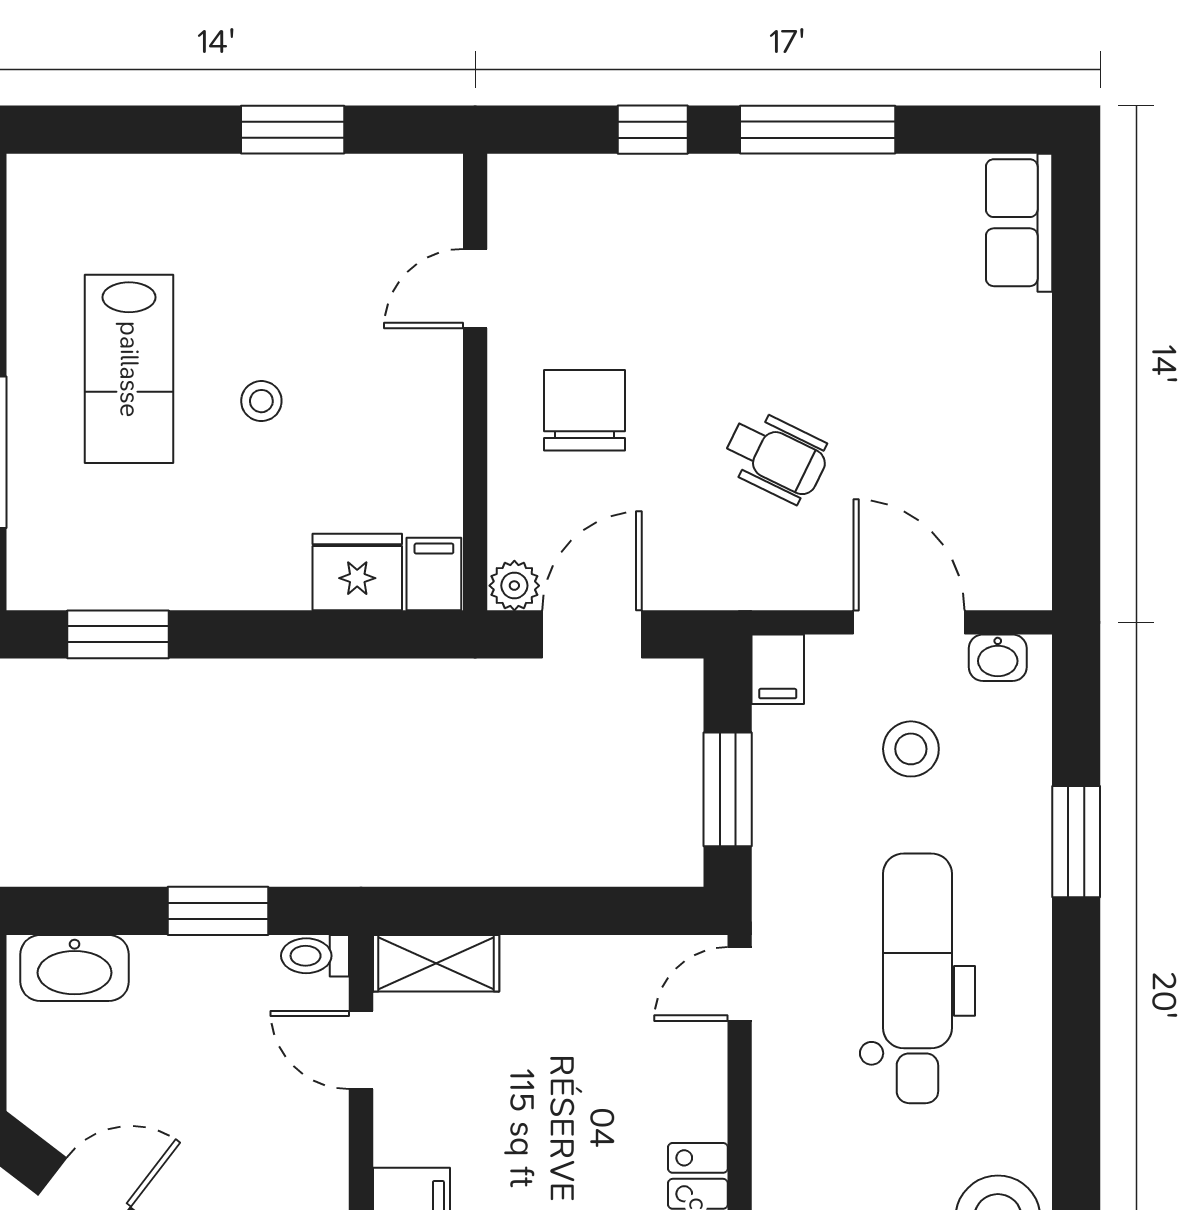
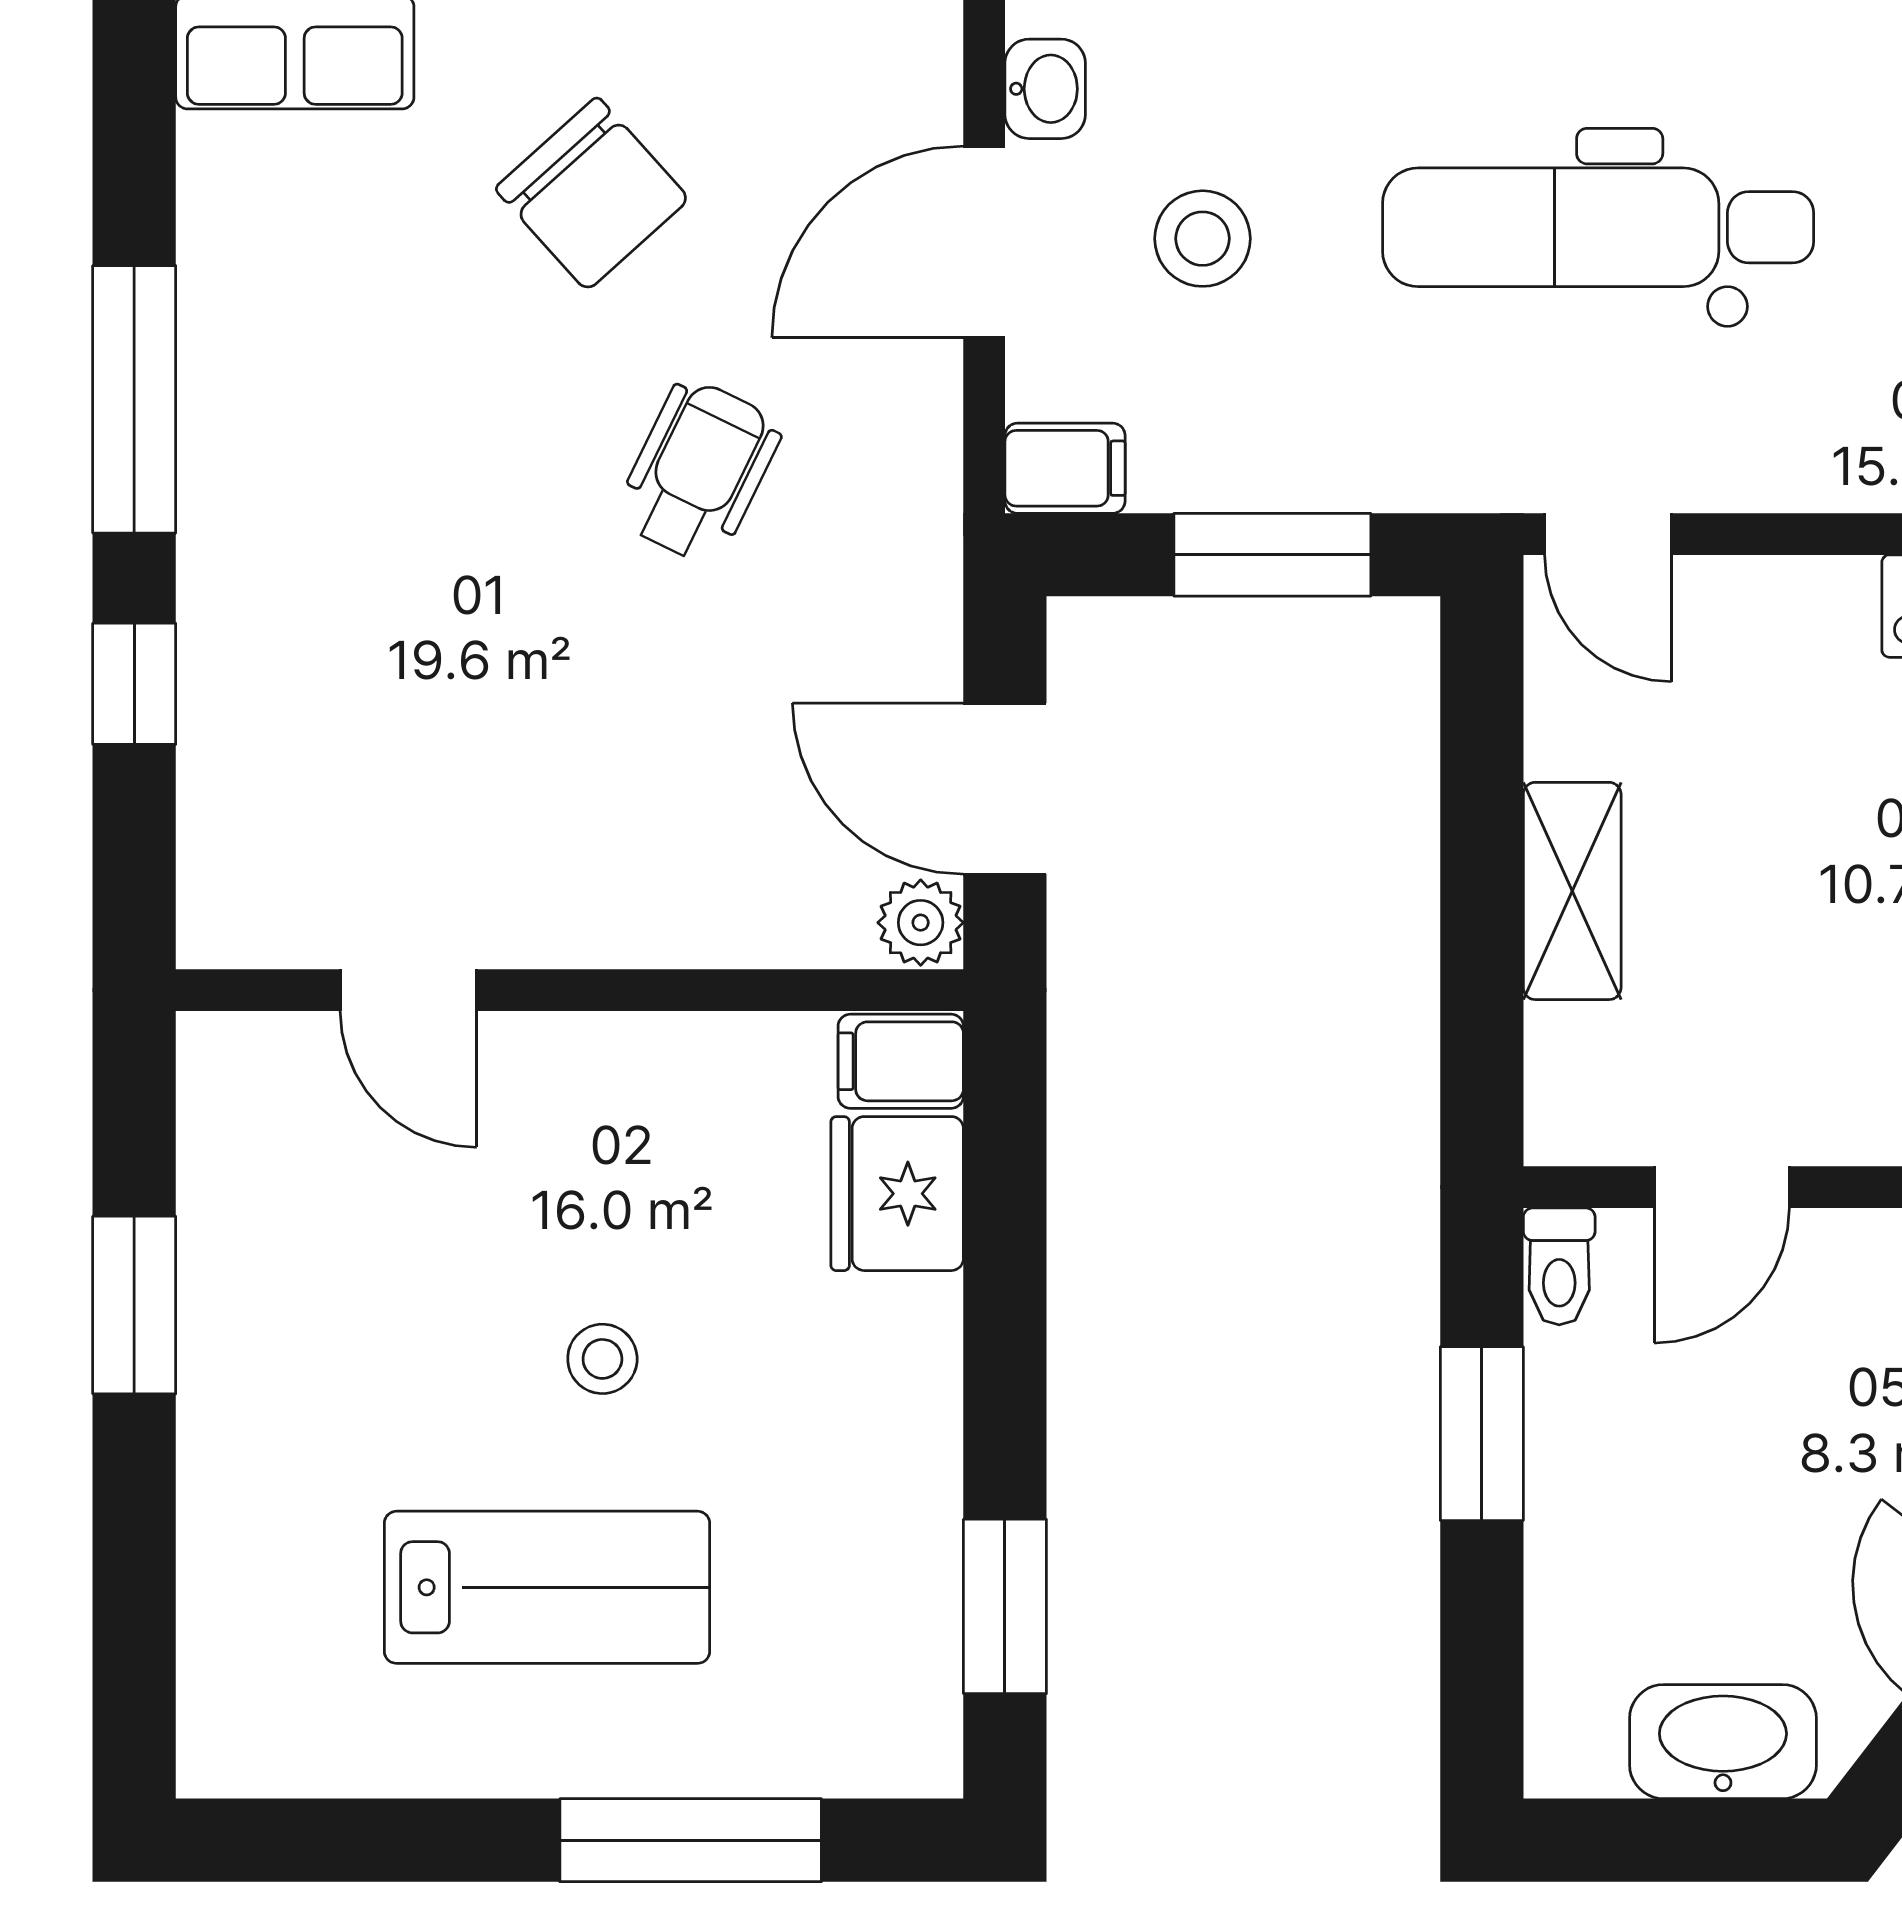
chair: (584, 410) -> (592, 194), moved, turned -132
shelving: (436, 963) -> (1572, 891), moved
washbasin: (75, 968) -> (1723, 1742), moved, turned -90

